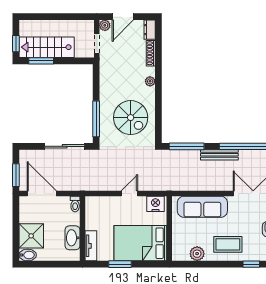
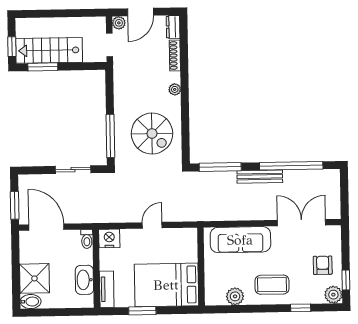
sliding door: (65, 146) -> (73, 170), width x0.73
nightstand: (156, 204) -> (109, 238), moved

